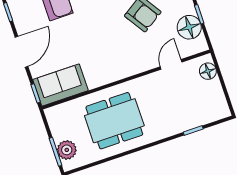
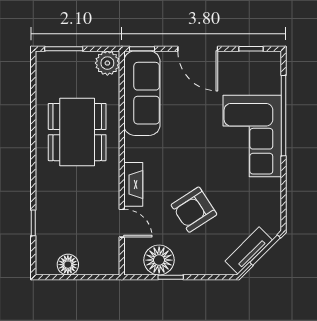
fireplace: (139, 66) -> (133, 184), added
floor lamp: (208, 71) -> (68, 265), moved
sofa: (61, 85) -> (142, 93), width x1.36
plant: (67, 150) -> (107, 63), moved

